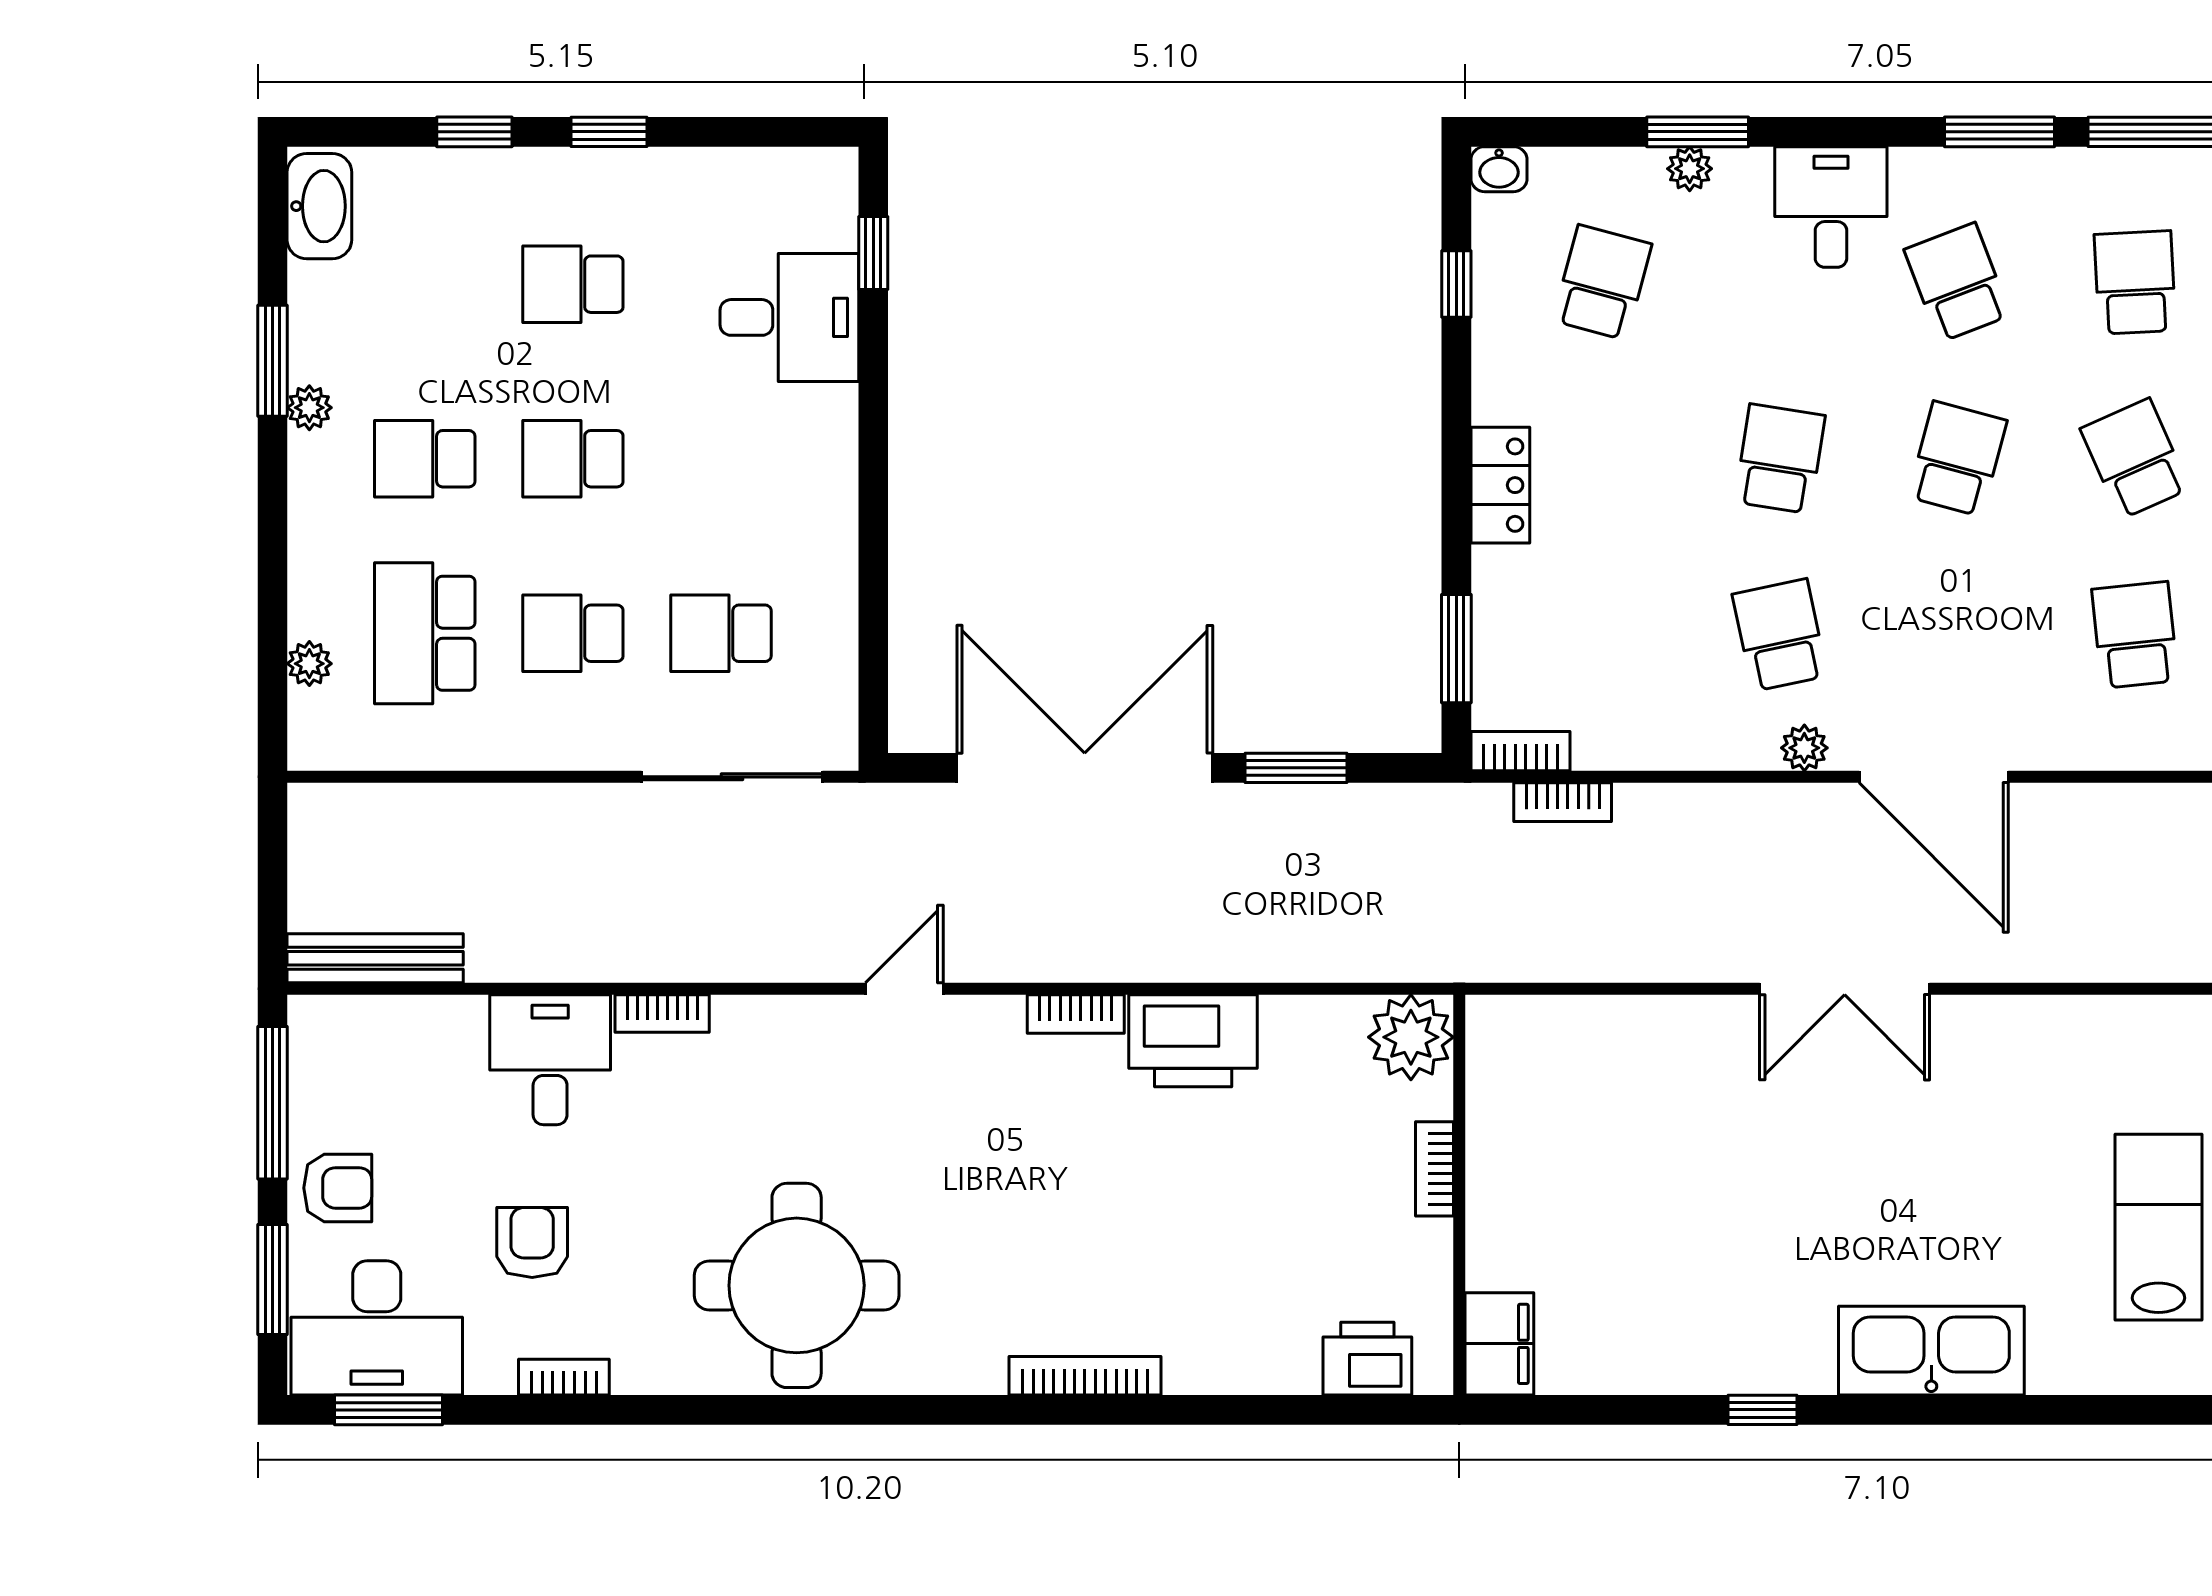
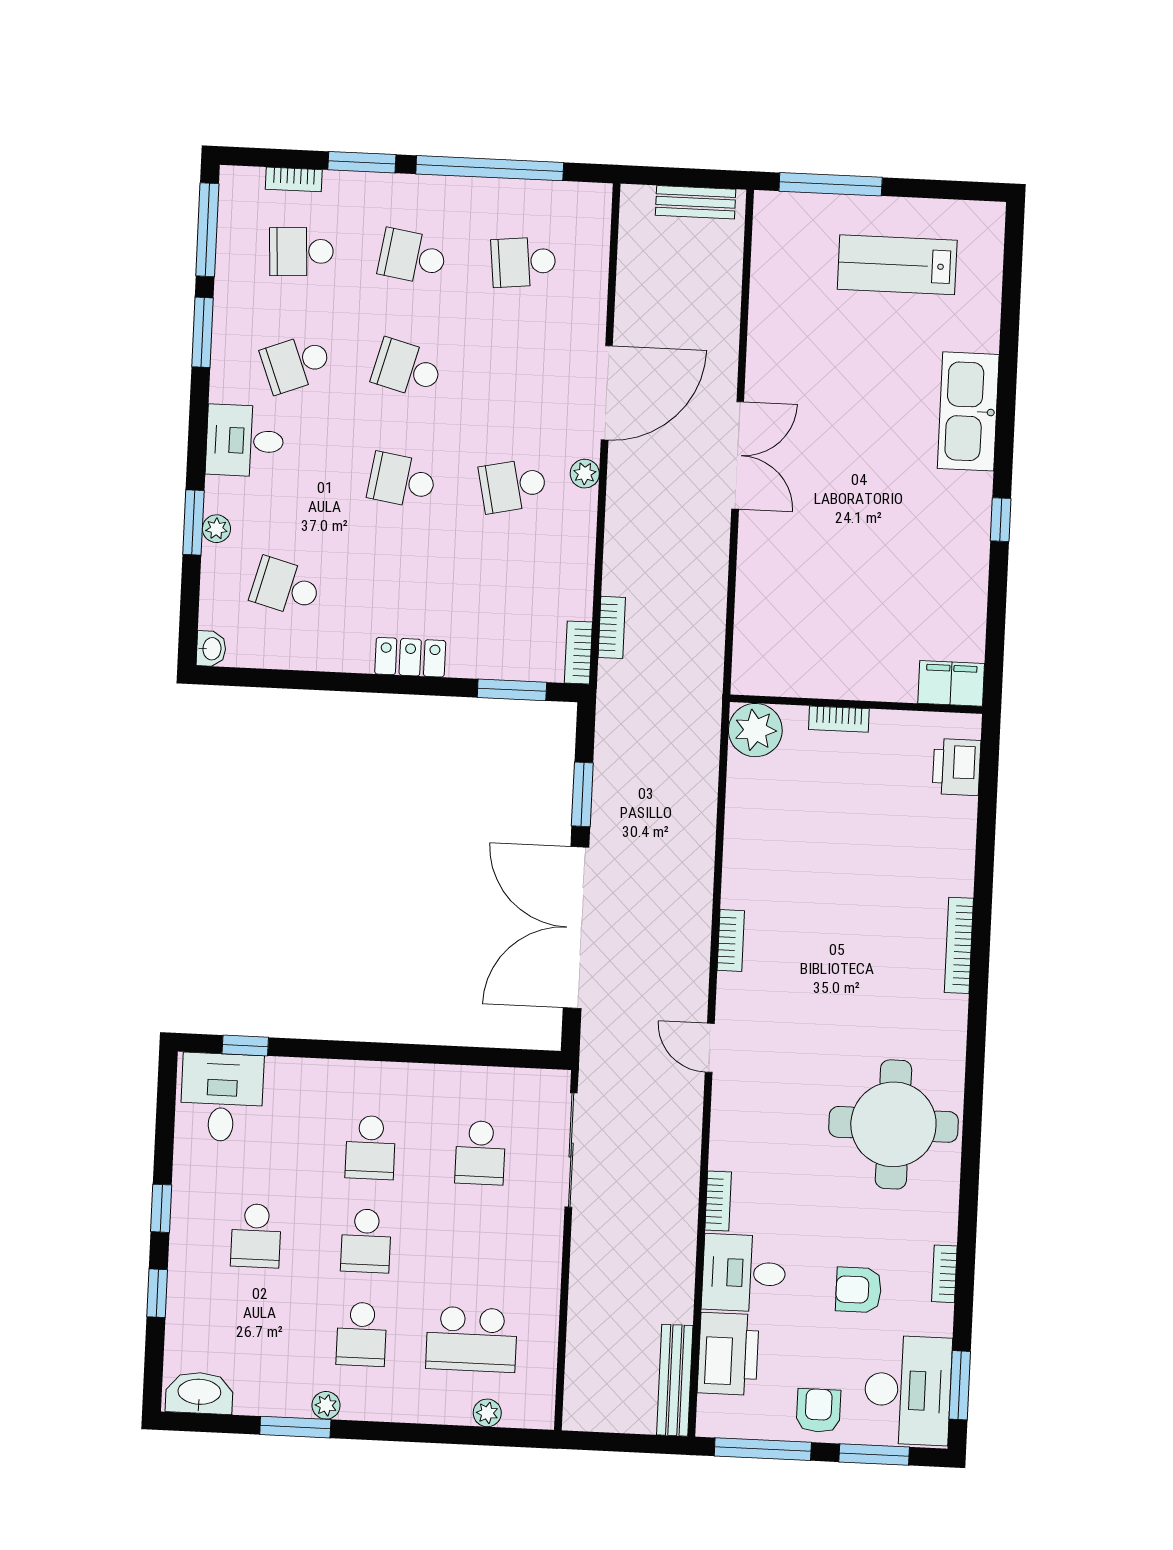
window: (1456, 284) -> (282, 679), removed
desk: (789, 317) -> (222, 1097), moved
school desk: (2135, 459) -> (412, 257), turned 33
school desk: (573, 633) -> (370, 1147), moved
printer: (1193, 1041) -> (728, 1354), moved

